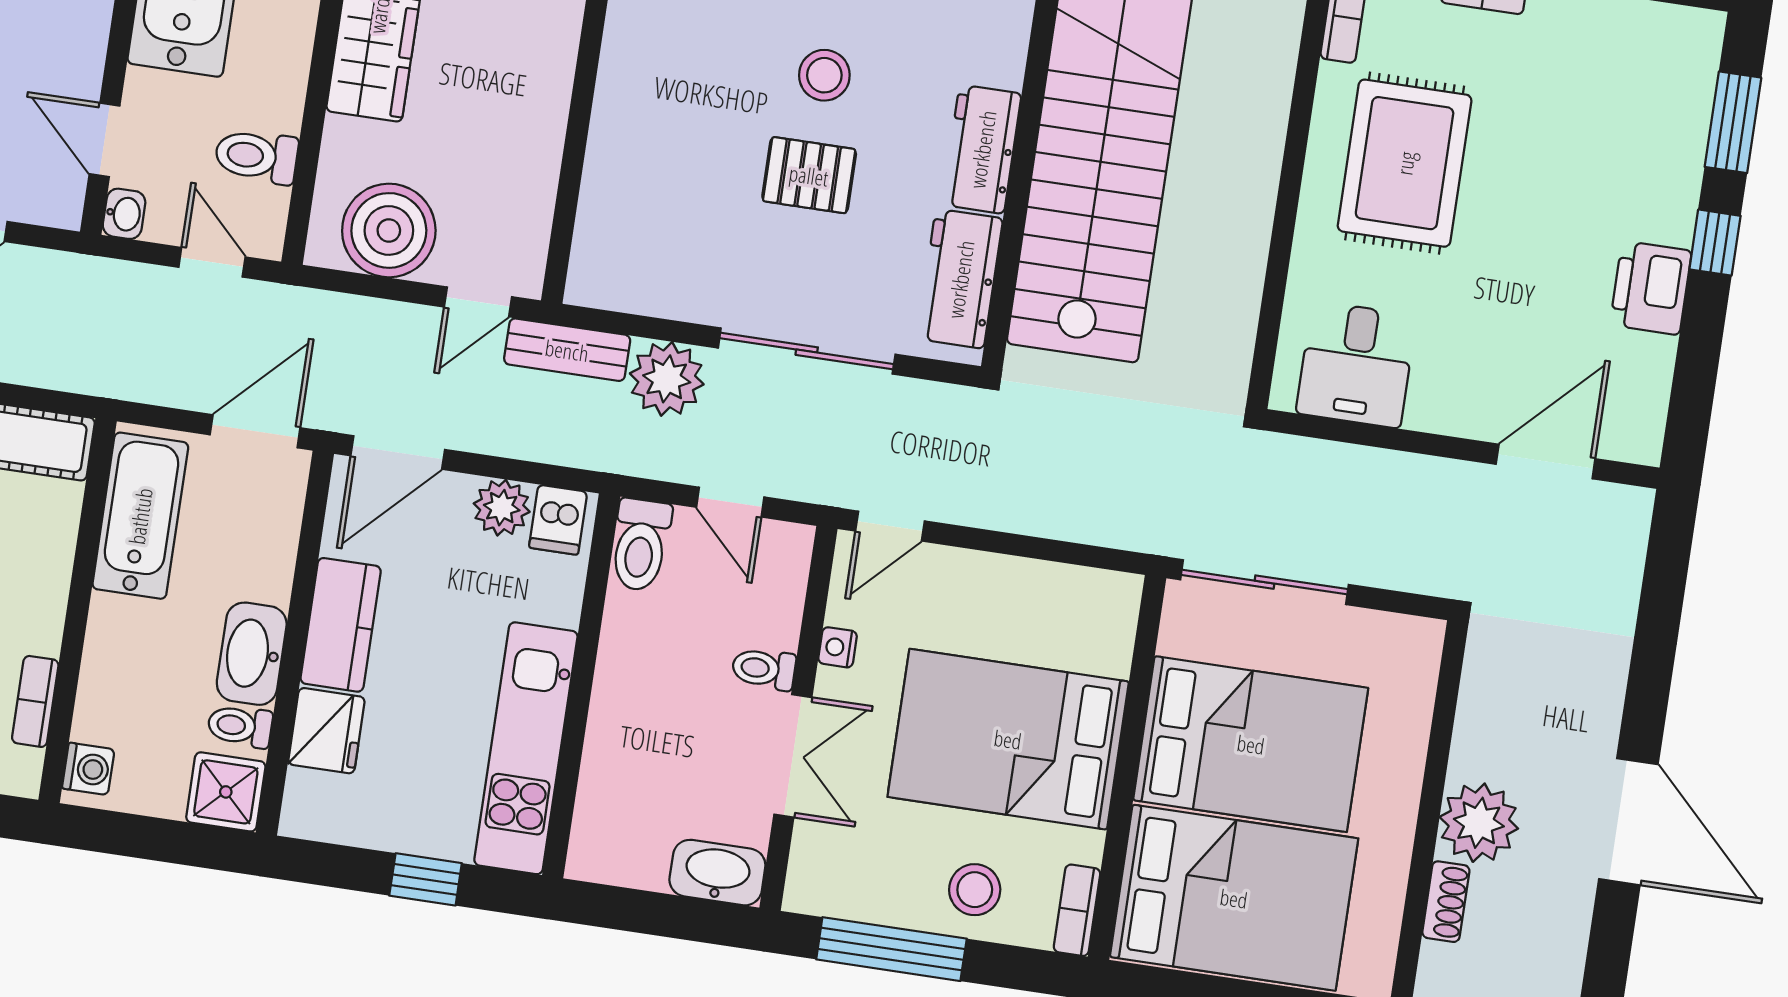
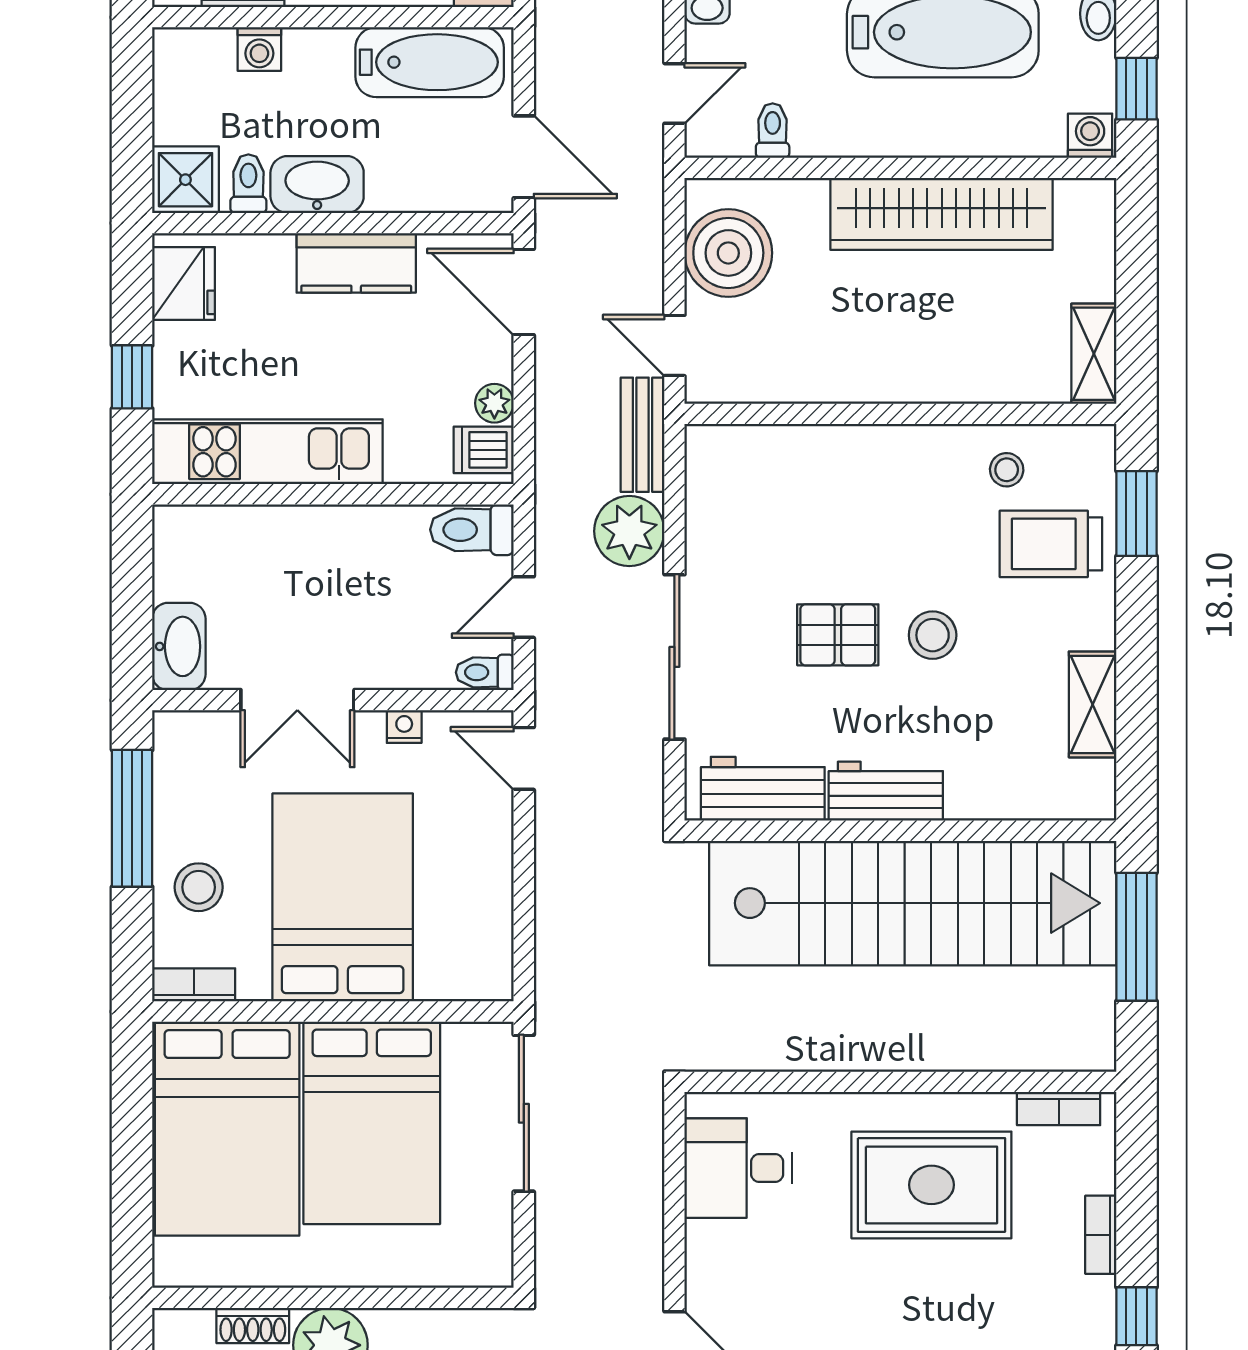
toilet: (256, 156) -> (773, 131), width x0.73, depth x0.72
pallet: (809, 175) -> (838, 635), turned 90
plant: (502, 508) -> (494, 403), width x0.73, depth x0.73
toilet: (764, 669) -> (485, 672), moved, turned -90
fridge: (326, 731) -> (184, 283), moved, turned -90
washing machine: (88, 769) -> (259, 49), moved

